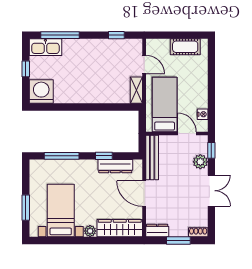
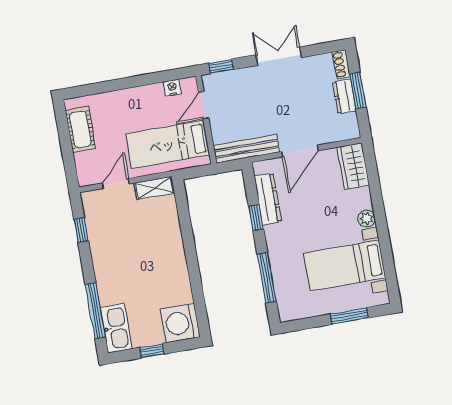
plant: (200, 162) -> (240, 79), removed
wardrobe: (120, 228) -> (353, 166), width x0.67
dresser: (157, 231) -> (344, 96), moved

